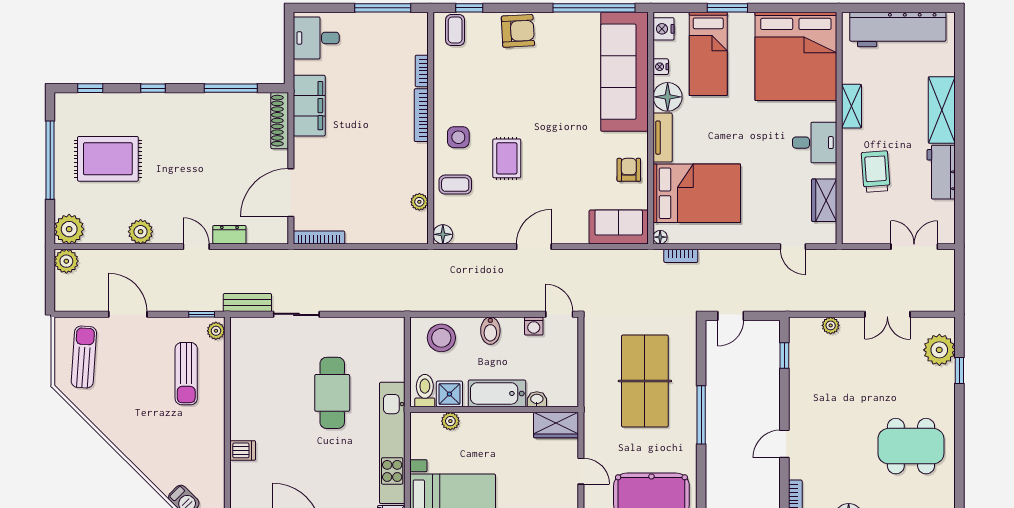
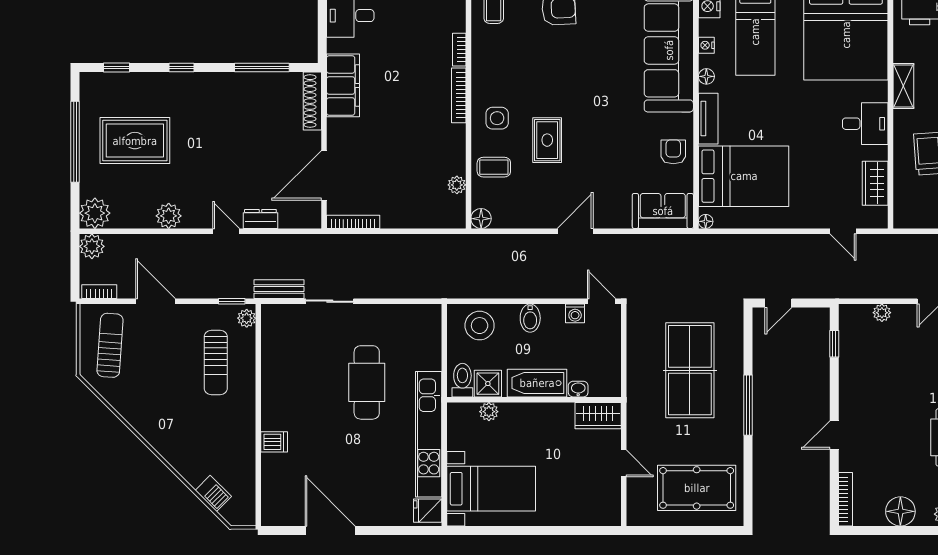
floor lamp: (668, 97) -> (706, 76), width x0.53, depth x0.53
bookcase: (681, 256) -> (99, 292), moved, turned 180

